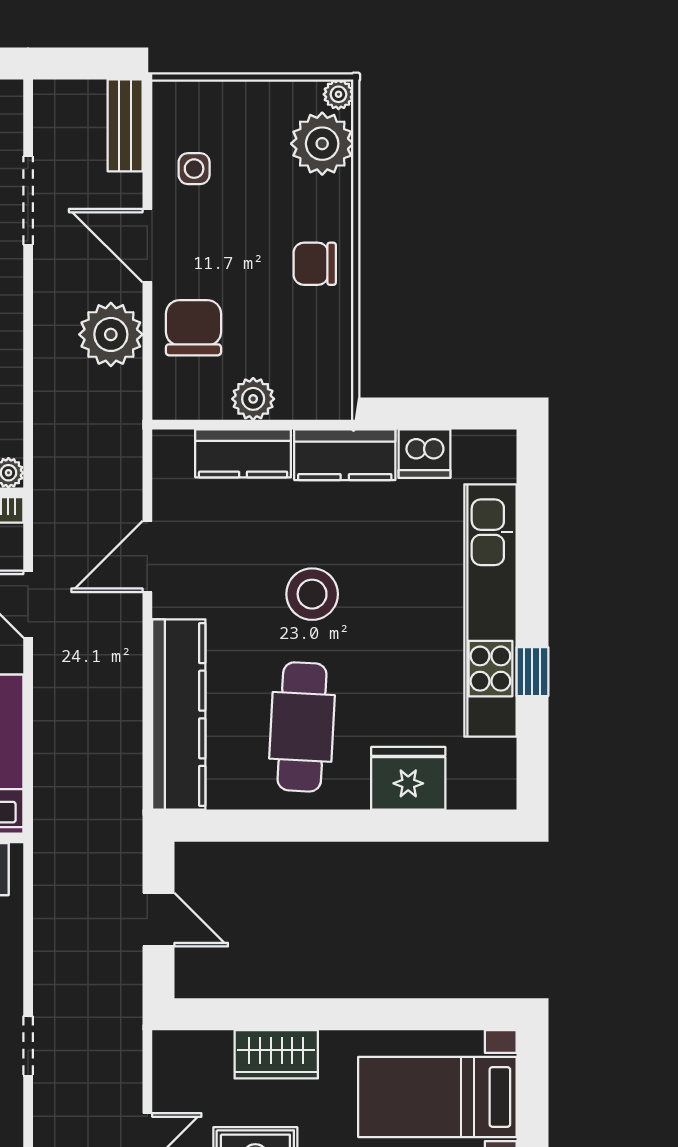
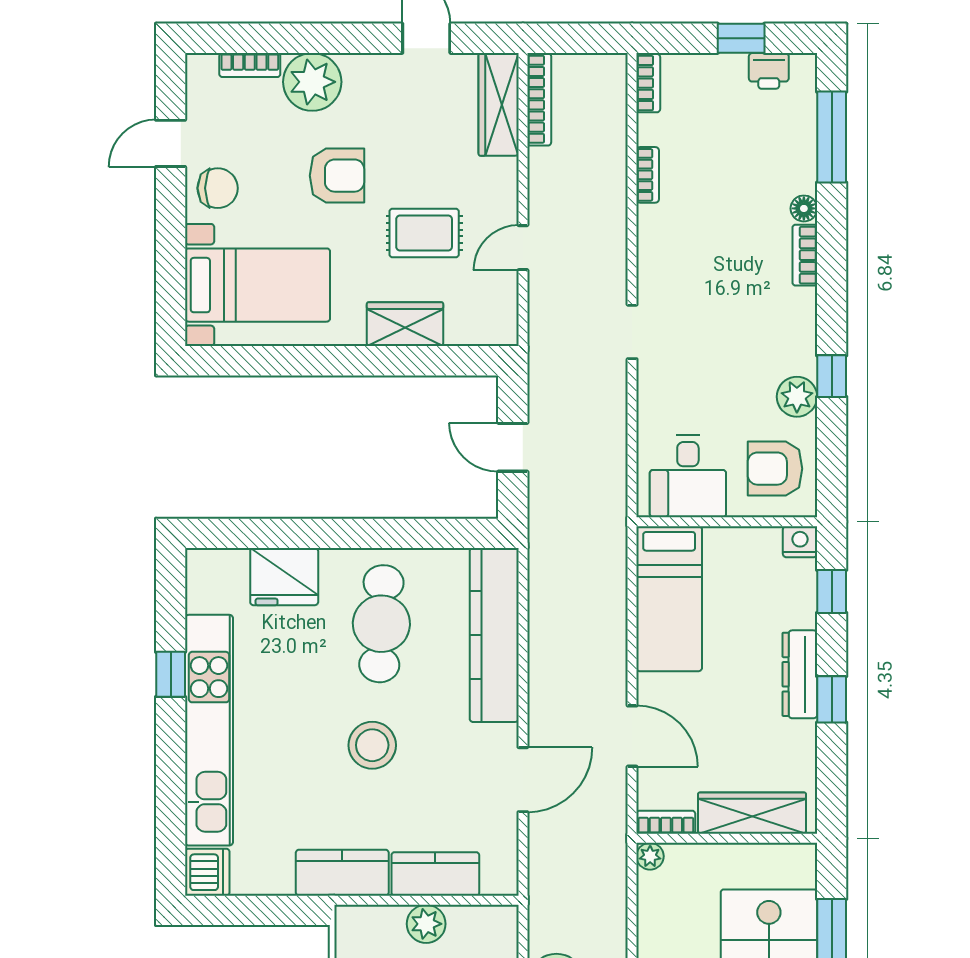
dishwasher: (424, 454) -> (207, 872), moved, turned 90

